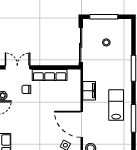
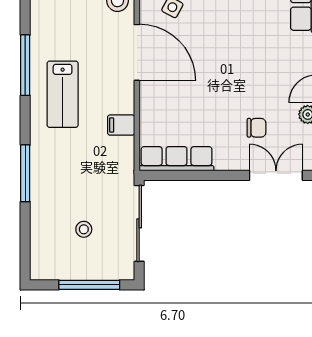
double door: (17, 67) -> (276, 175), swing flipped
row of seats: (50, 75) -> (177, 159), moved
filing cabinet: (89, 91) -> (121, 125), width x0.50

